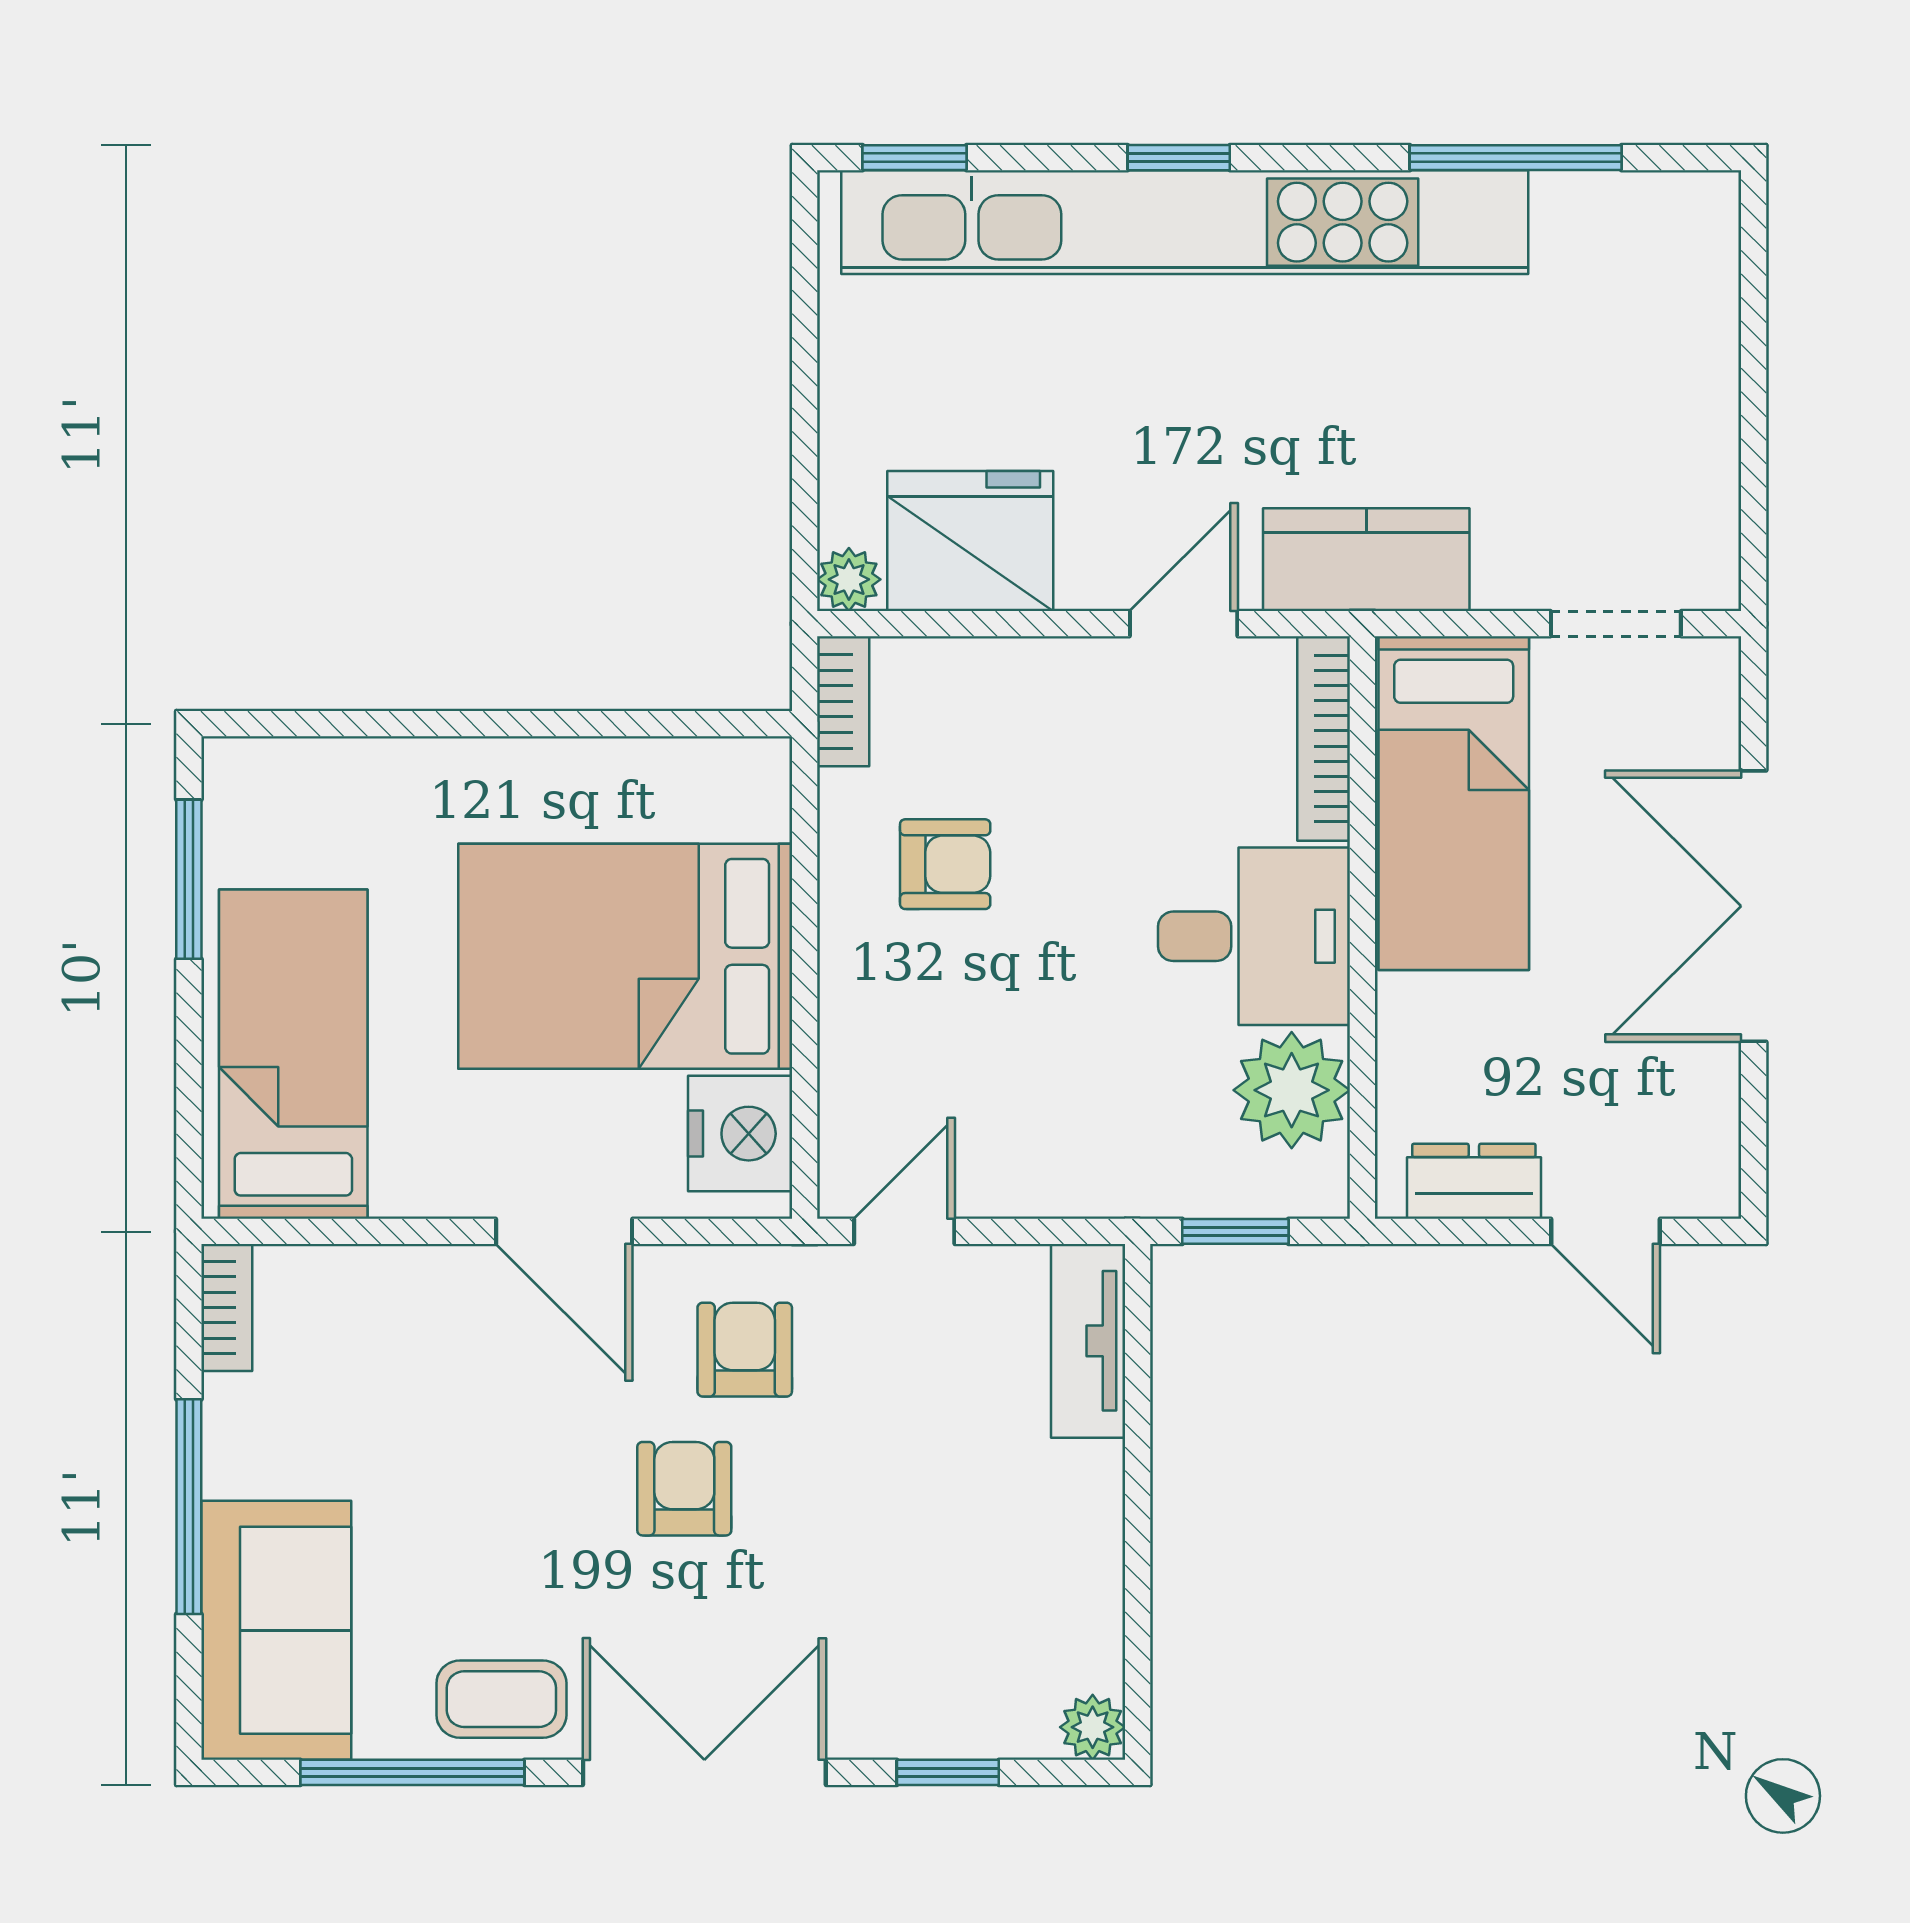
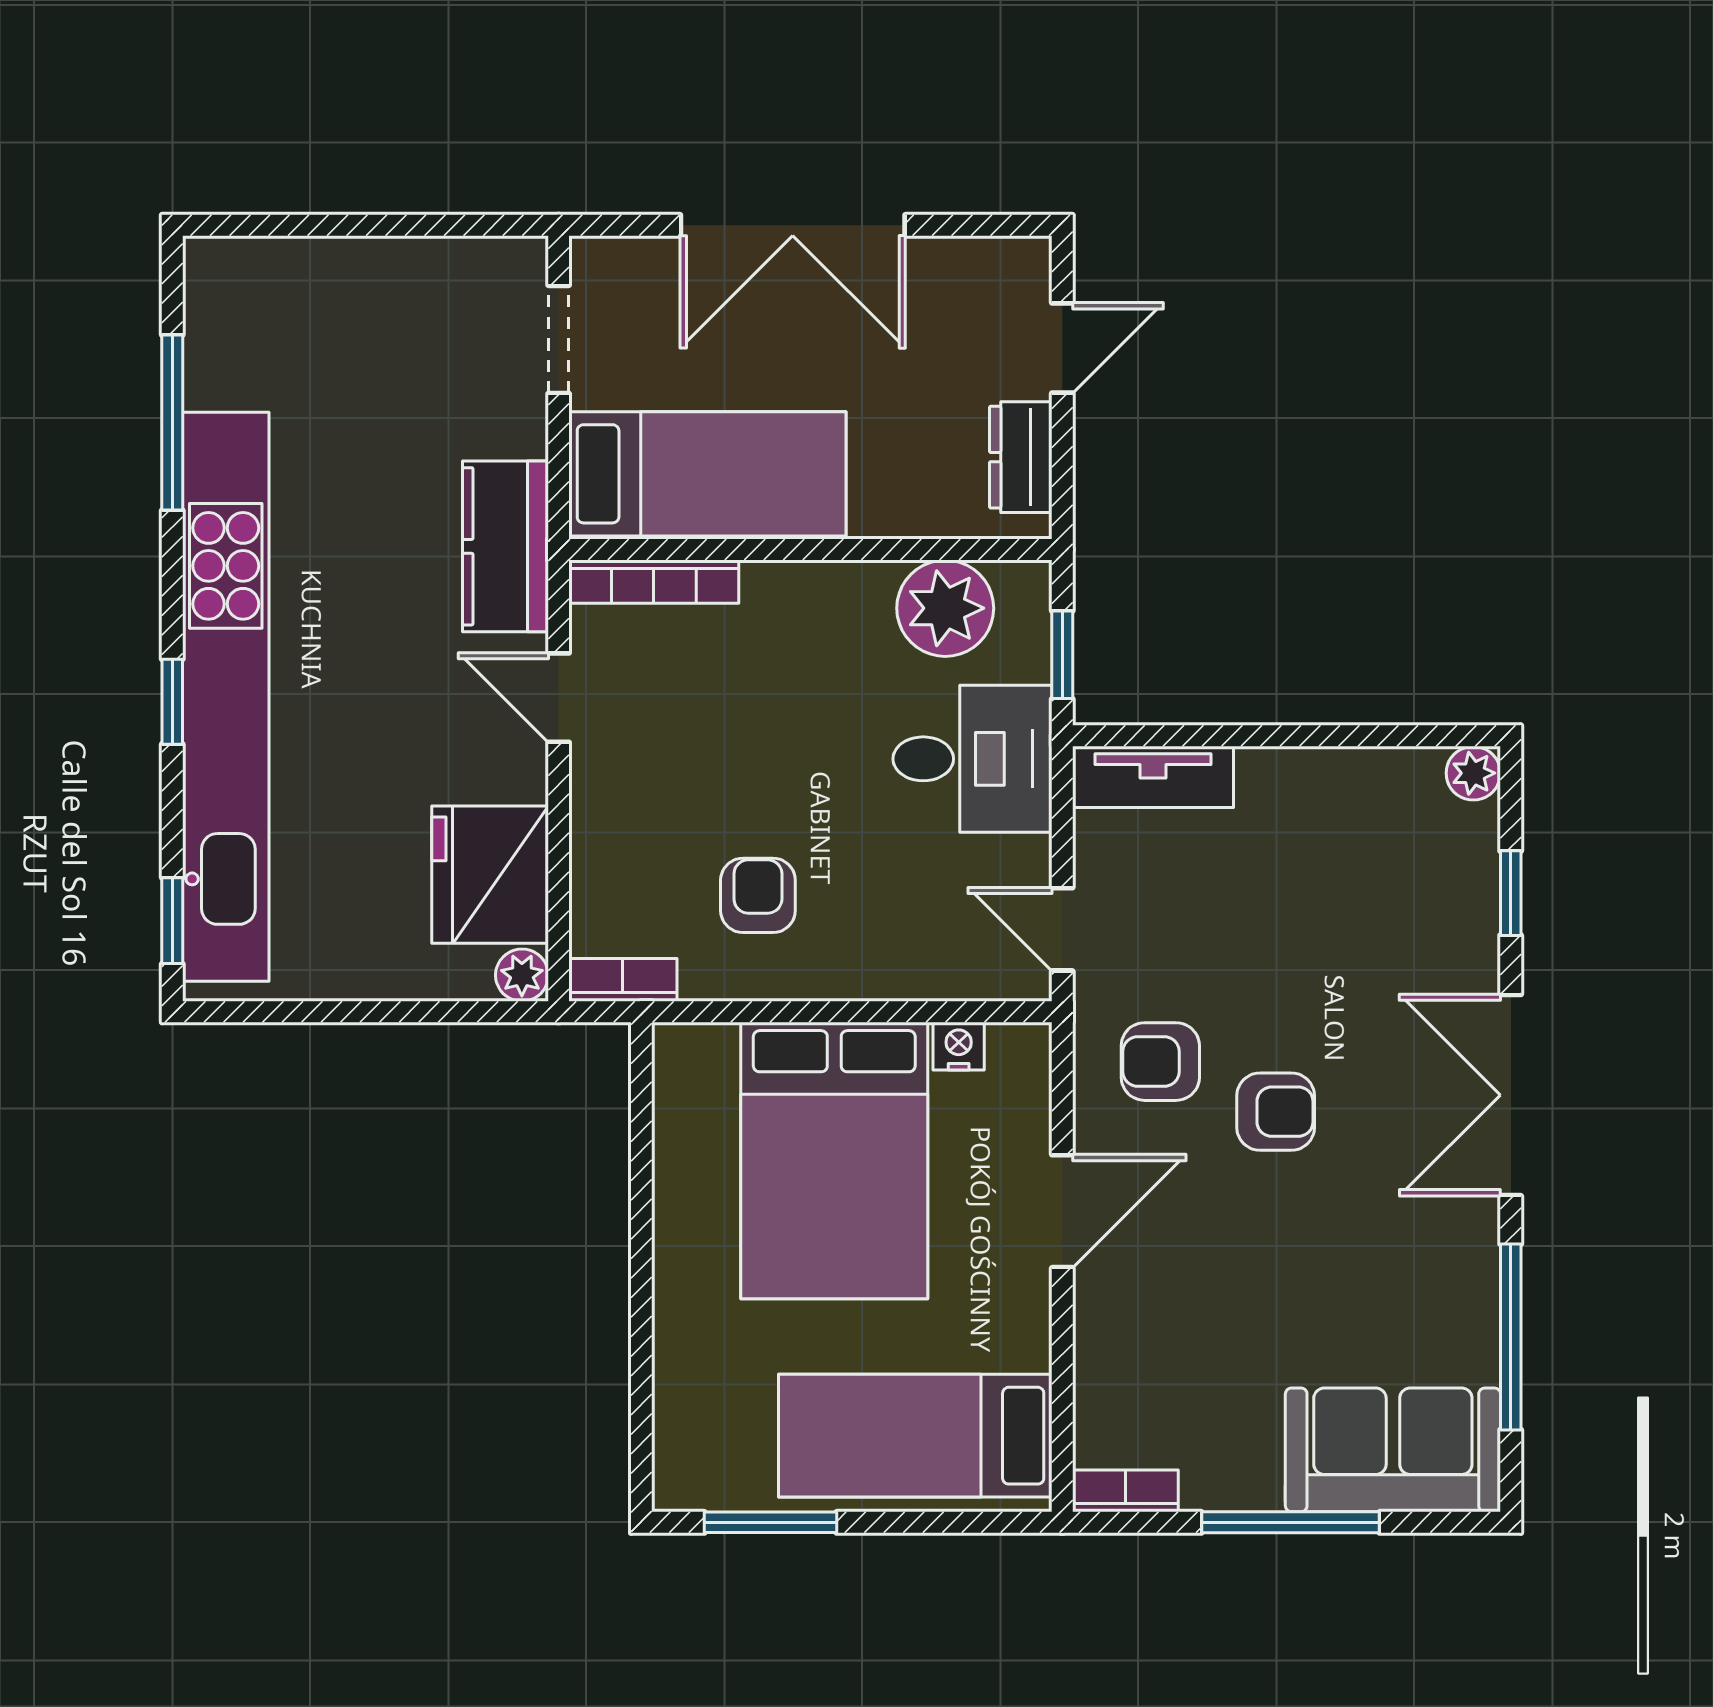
desk: (1254, 936) -> (972, 759), moved, turned 90
nightstand: (740, 1134) -> (959, 1046), width x0.53, depth x0.56
armchair: (684, 1489) -> (1276, 1112), turned 180
coffee table: (501, 1699) -> (1450, 1263), removed

